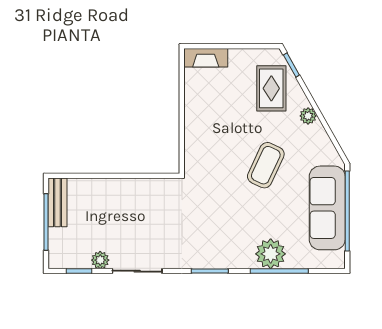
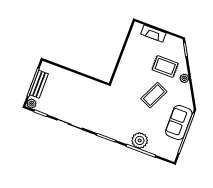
fireplace: (206, 58) -> (153, 34), moved
rug: (271, 88) -> (165, 66), moved, turned 90
bench: (58, 202) -> (39, 84), moved
sofa: (327, 208) -> (179, 122), width x0.73
plant: (100, 260) -> (31, 104), moved

